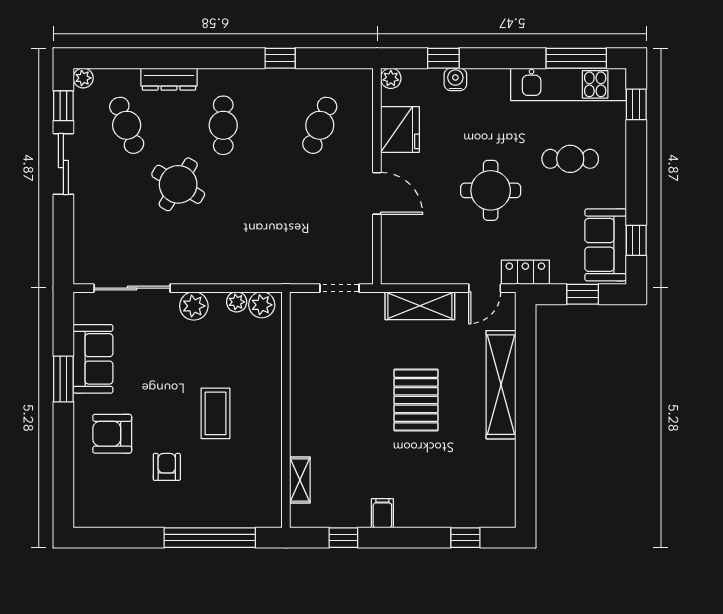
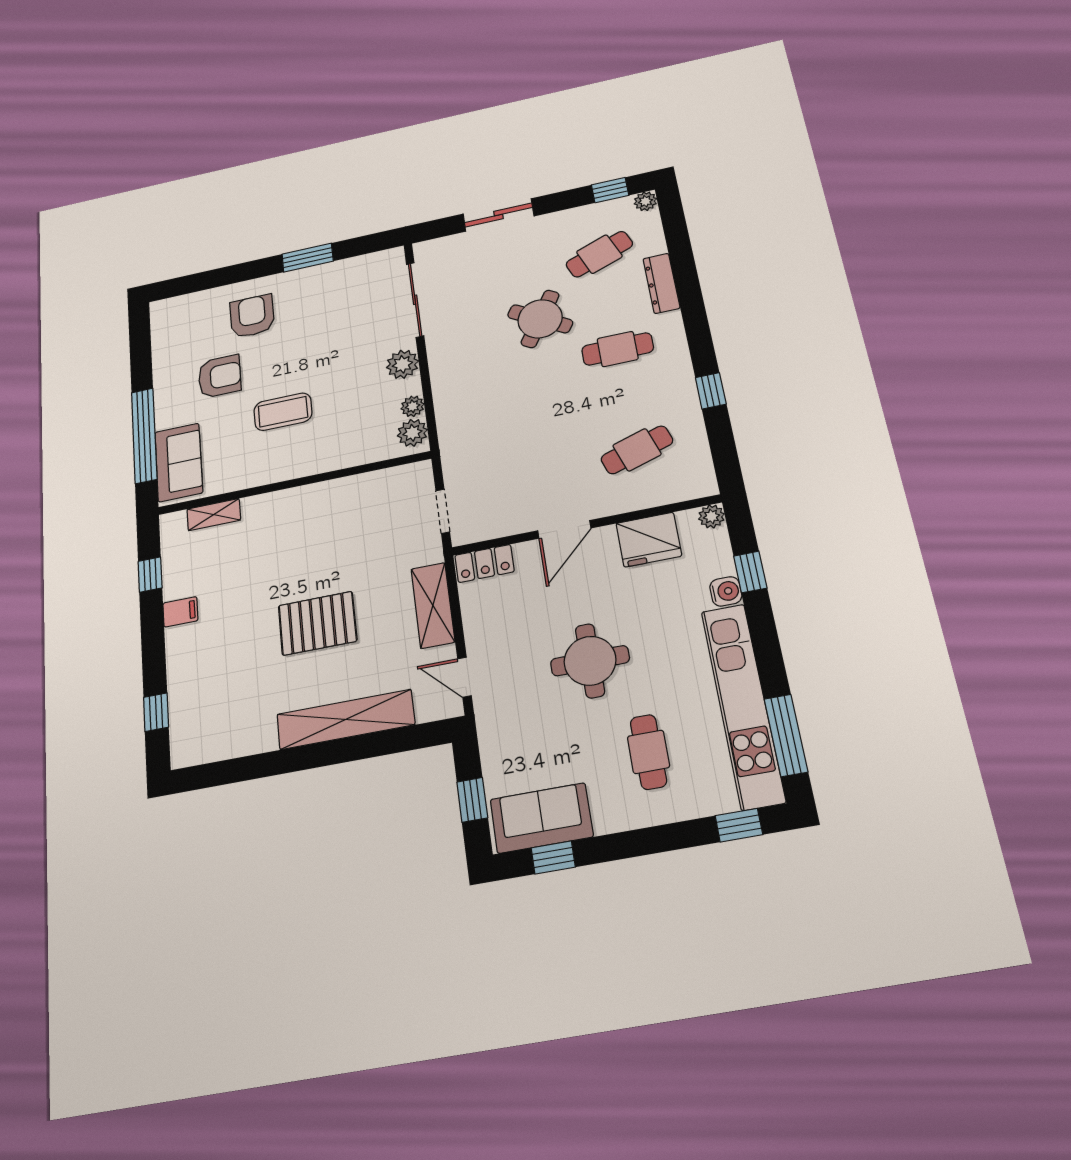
kitchen unit: (569, 84) -> (743, 705), width x1.36
cafe table: (320, 125) -> (637, 450), turned -39
sliding door: (63, 164) -> (498, 215), moved
locker: (525, 272) -> (484, 563), moved, turned 90
sofa: (93, 359) -> (179, 462), moved, turned -90
armchair: (167, 467) -> (220, 376), width x1.38, depth x1.38

